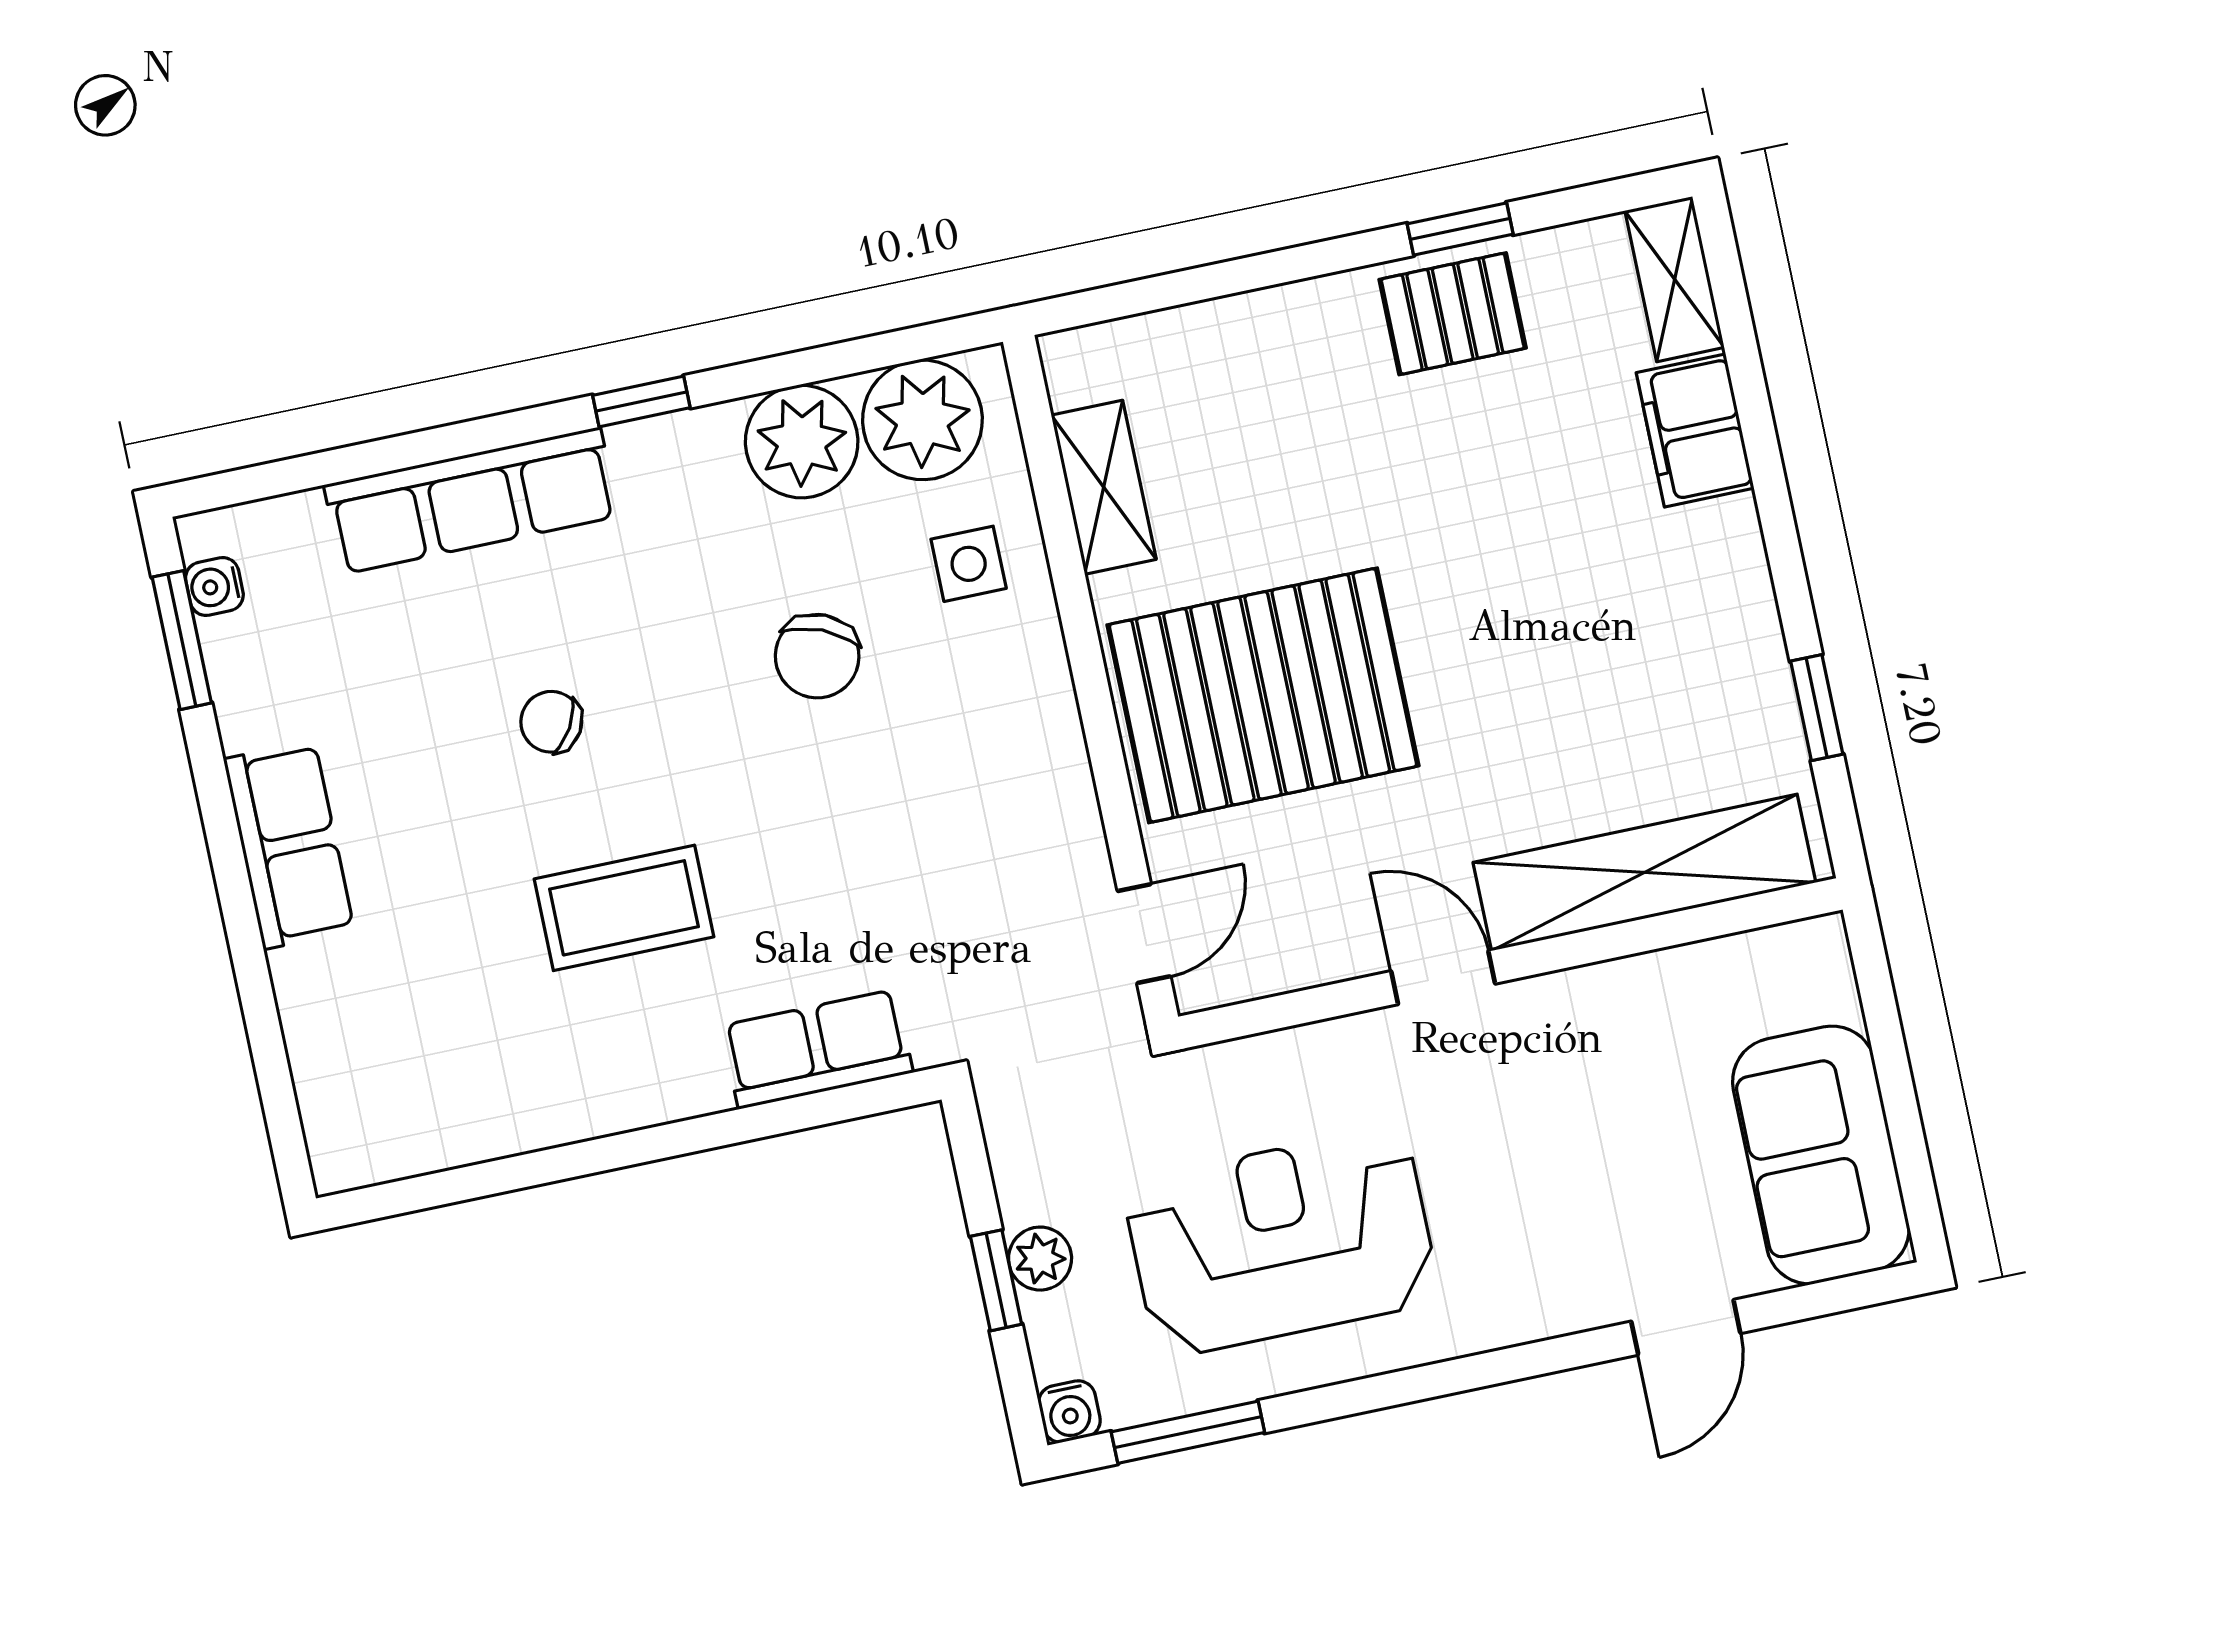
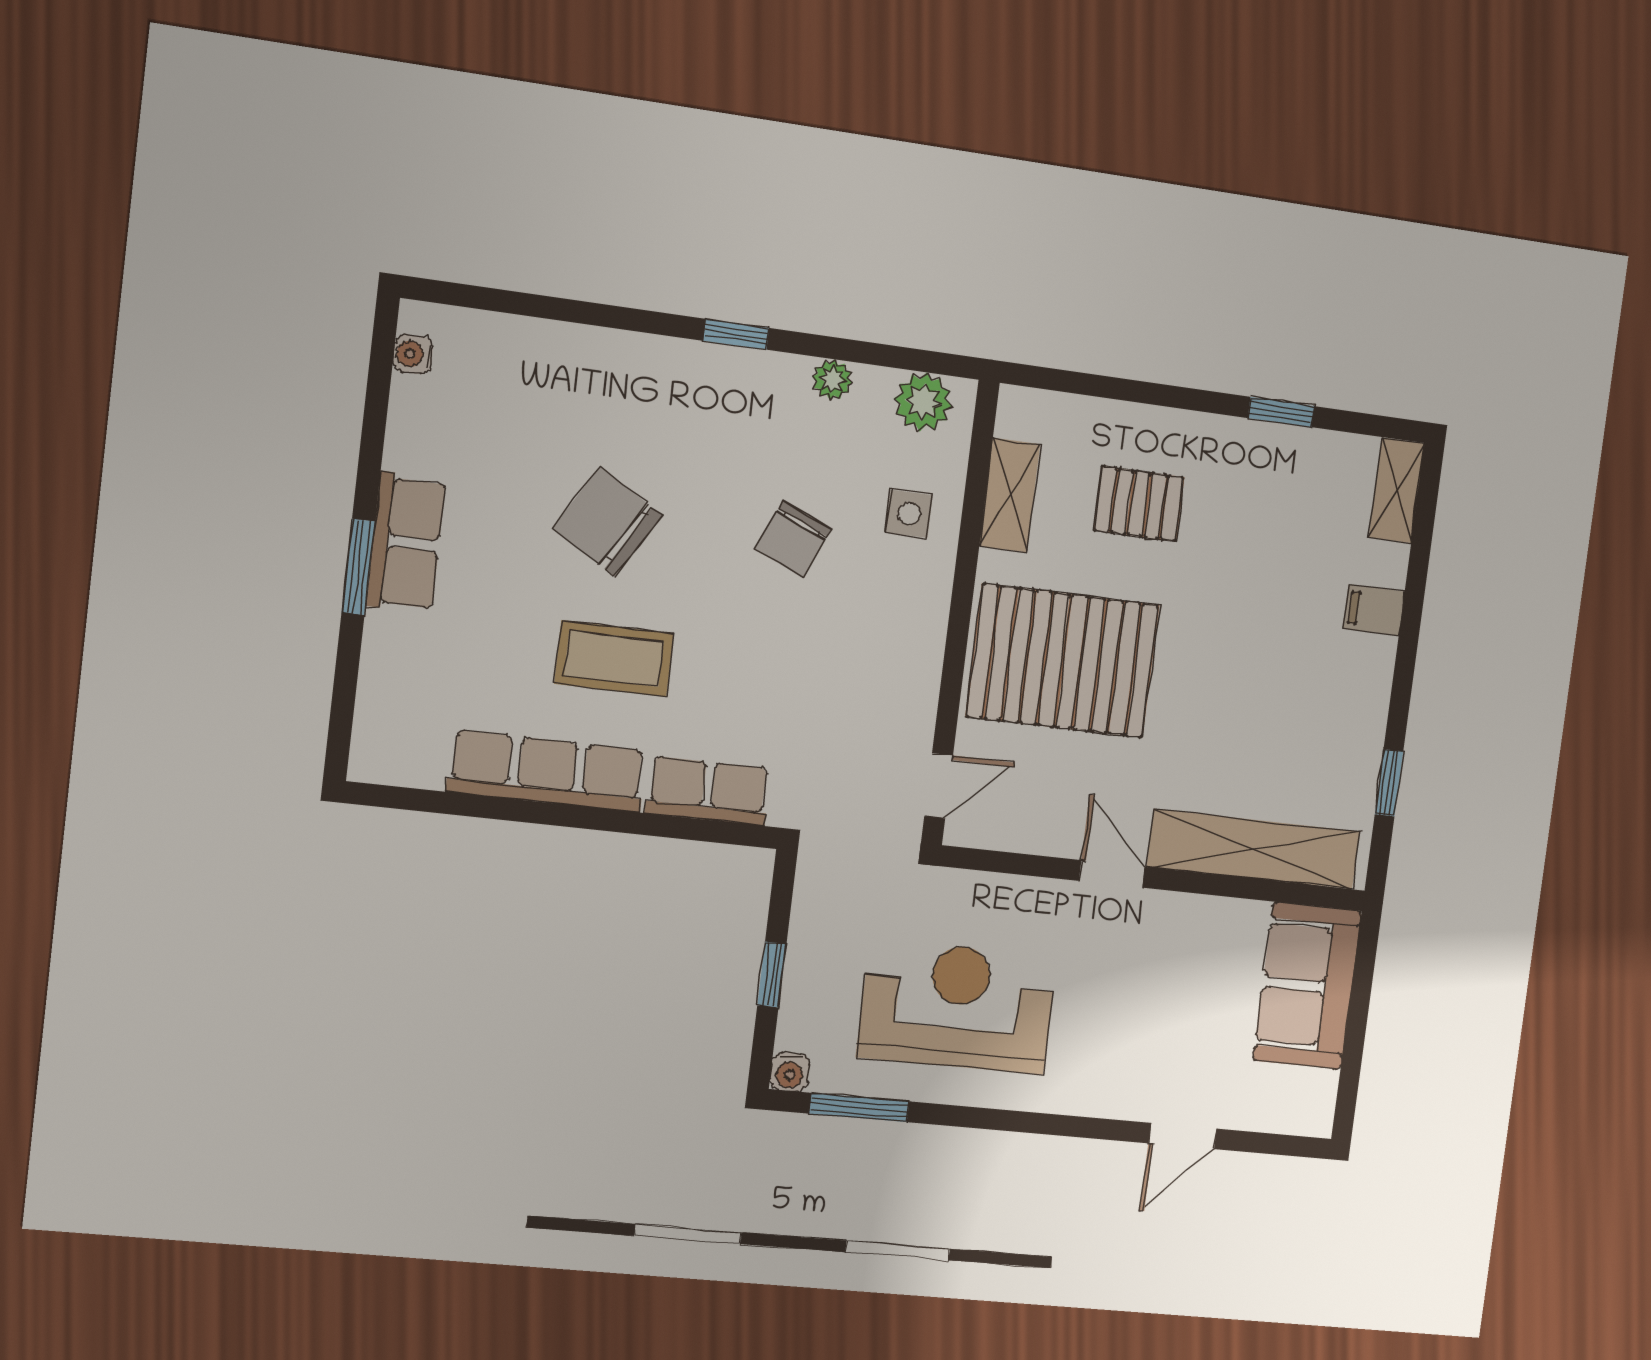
pallet: (1453, 314) -> (1139, 504), moved
plant: (922, 420) -> (923, 402), width x0.73, depth x0.73
filing cabinet: (1695, 430) -> (1374, 610), width x0.50
plant: (802, 442) -> (832, 380), width x0.53, depth x0.53
row of seats: (471, 501) -> (547, 771), moved, turned 180
window: (182, 640) -> (358, 567), moved
chair: (551, 722) -> (607, 522), width x1.87, depth x1.87
sofa: (1821, 1155) -> (1307, 986), moved
plant: (1040, 1259) -> (804, 970), removed

